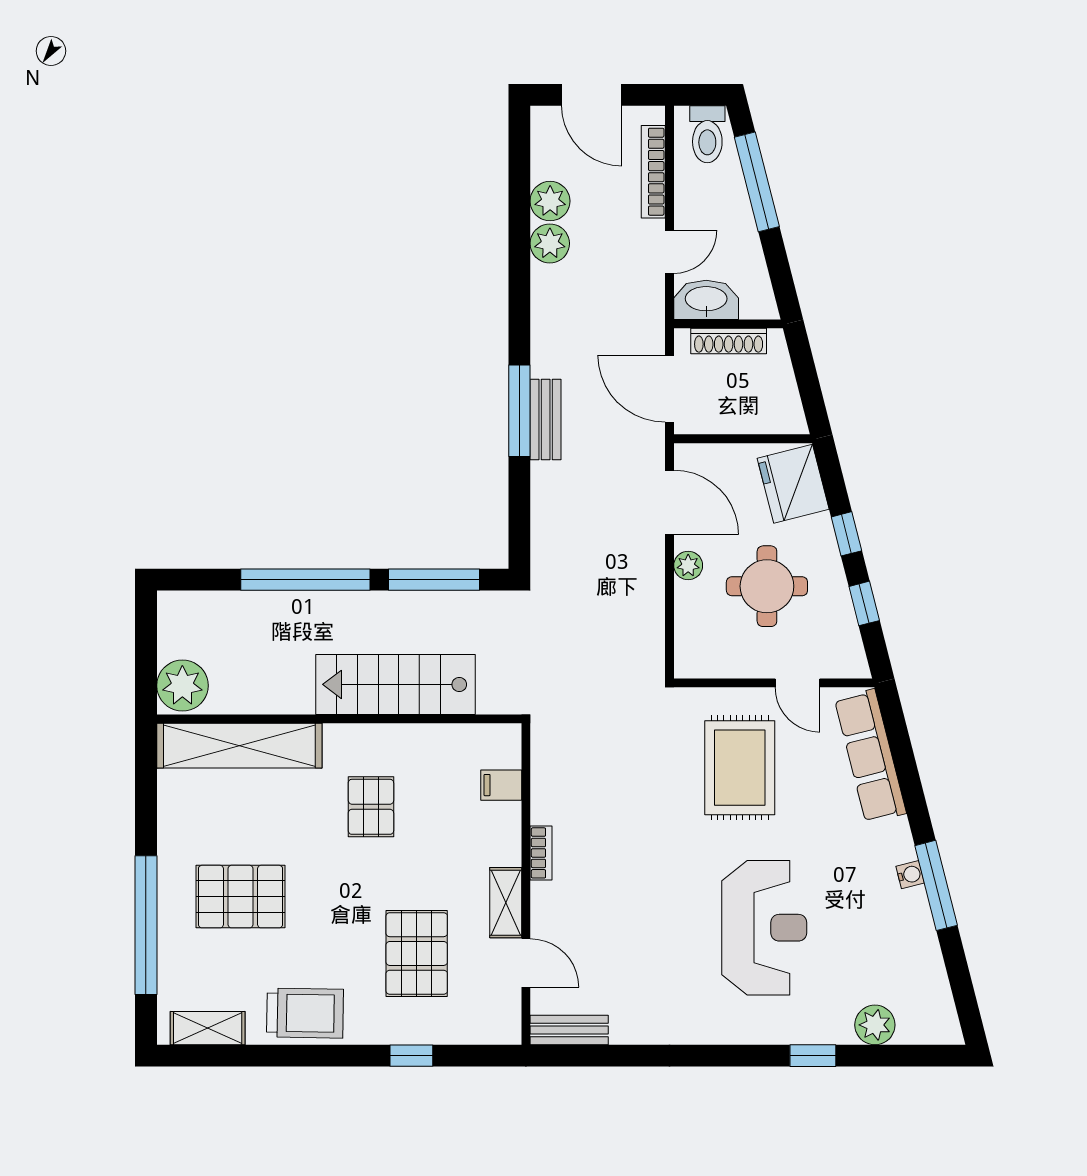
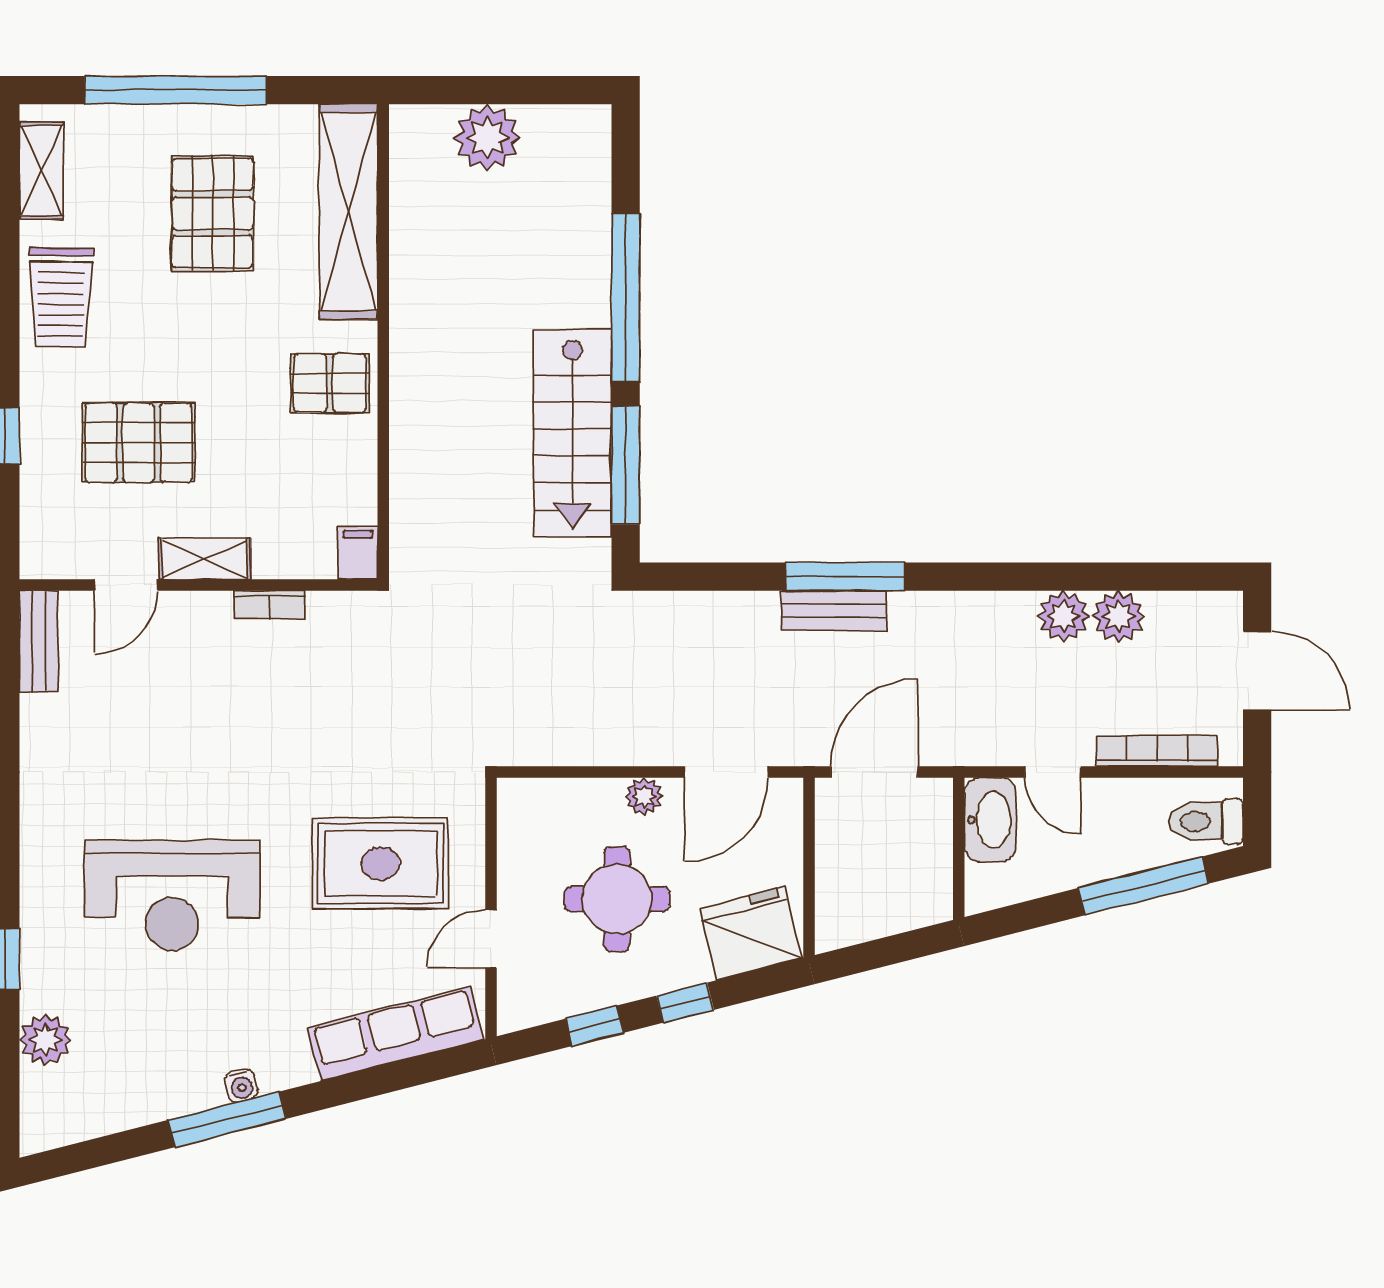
door: (592, 95) -> (1257, 671), swing flipped
shoe rack: (729, 341) -> (936, 849), removed
stairs: (396, 684) -> (572, 433), moved, turned 180
wall: (339, 719) -> (383, 342), moved
shelving: (239, 746) -> (348, 212), moved

